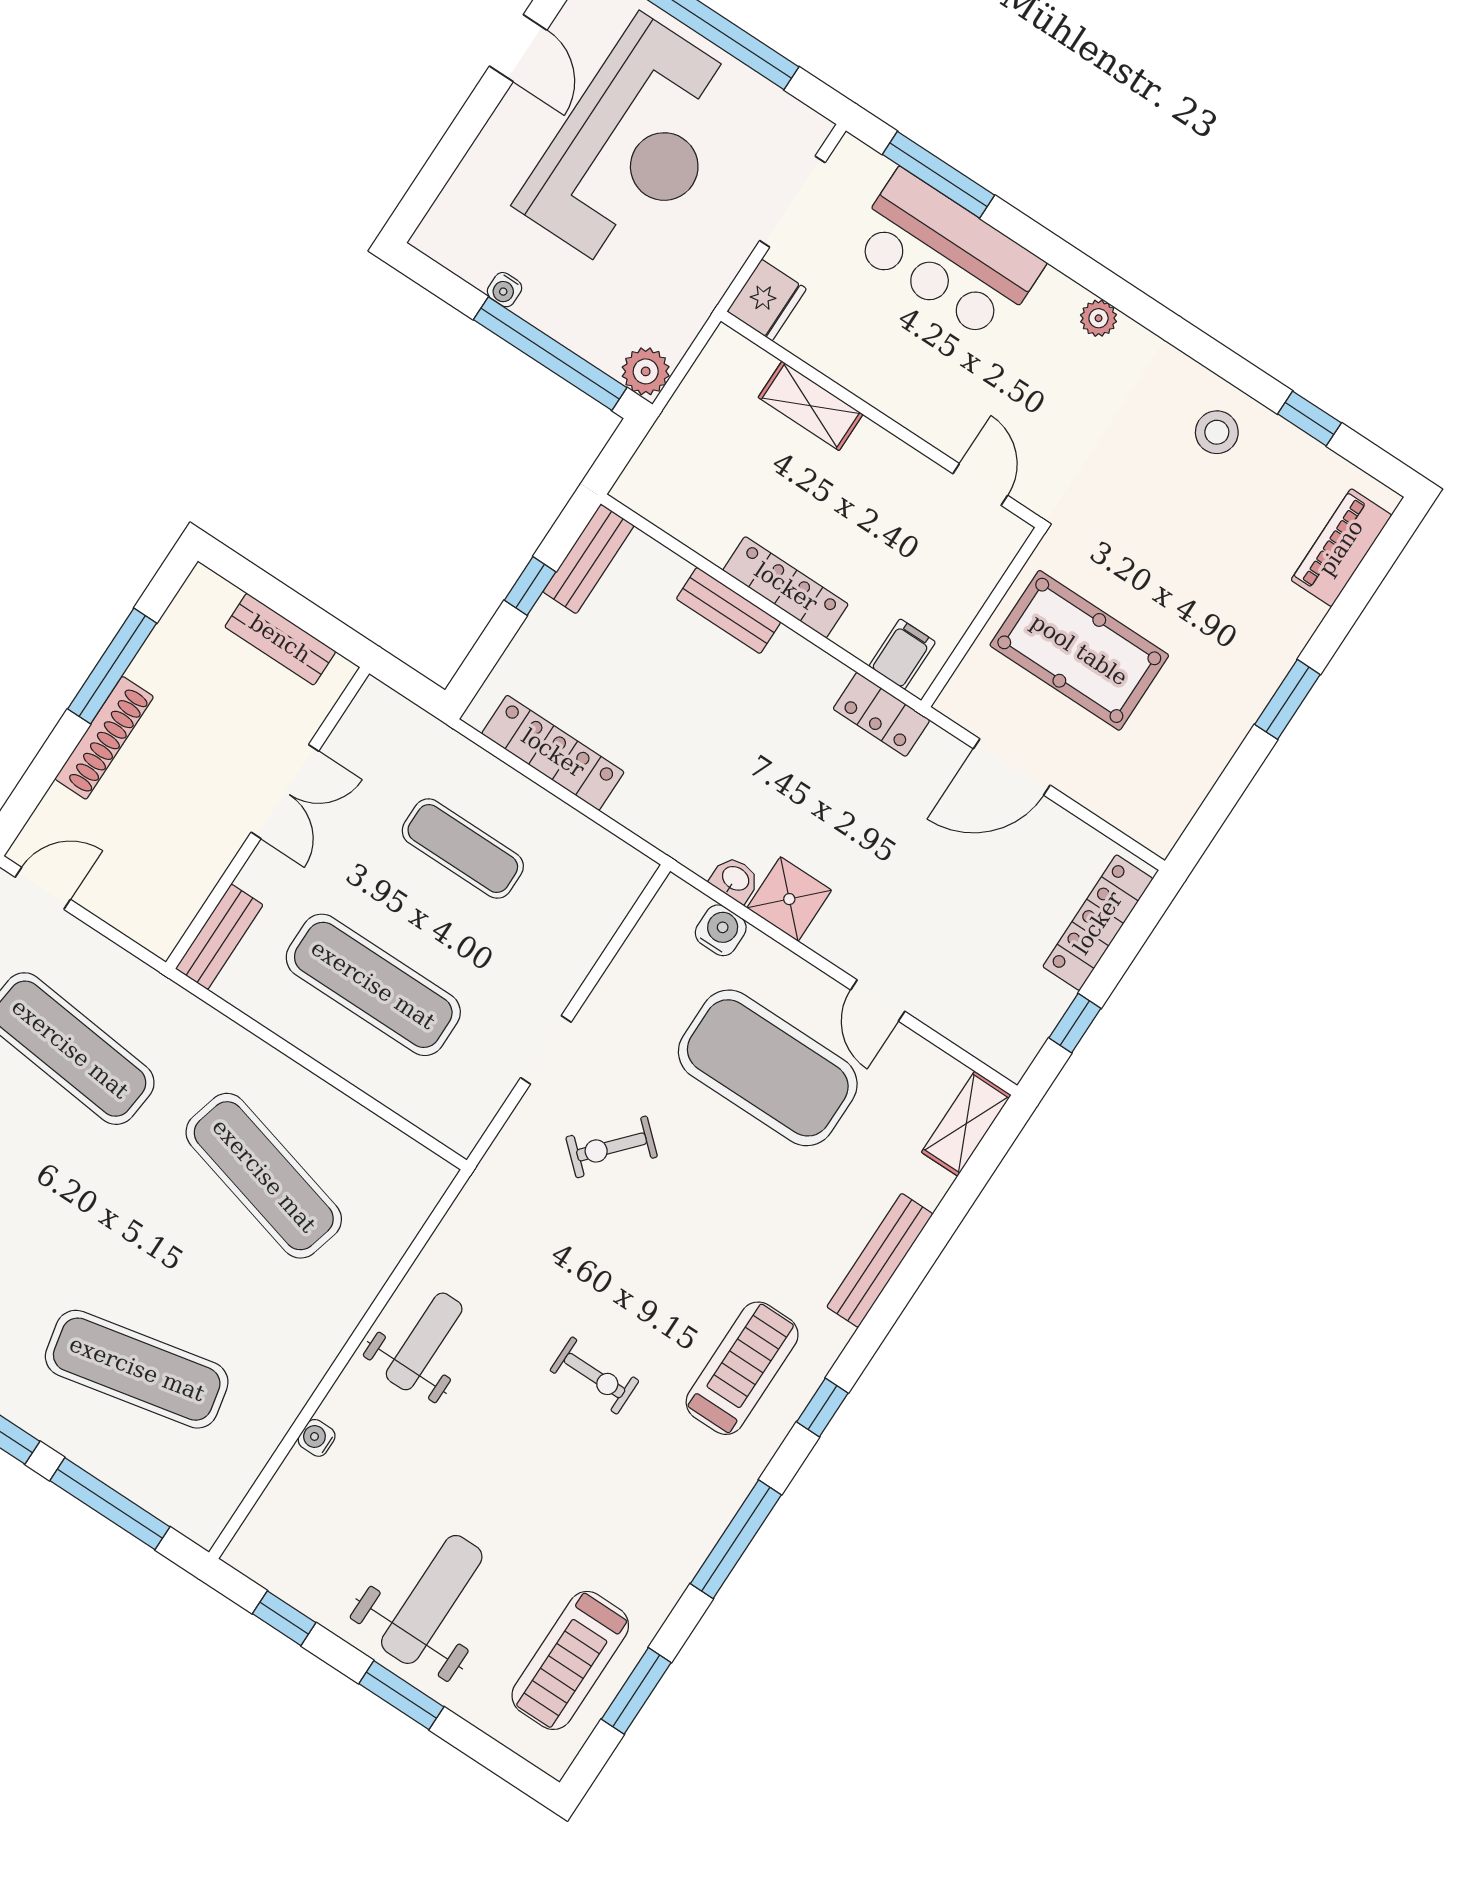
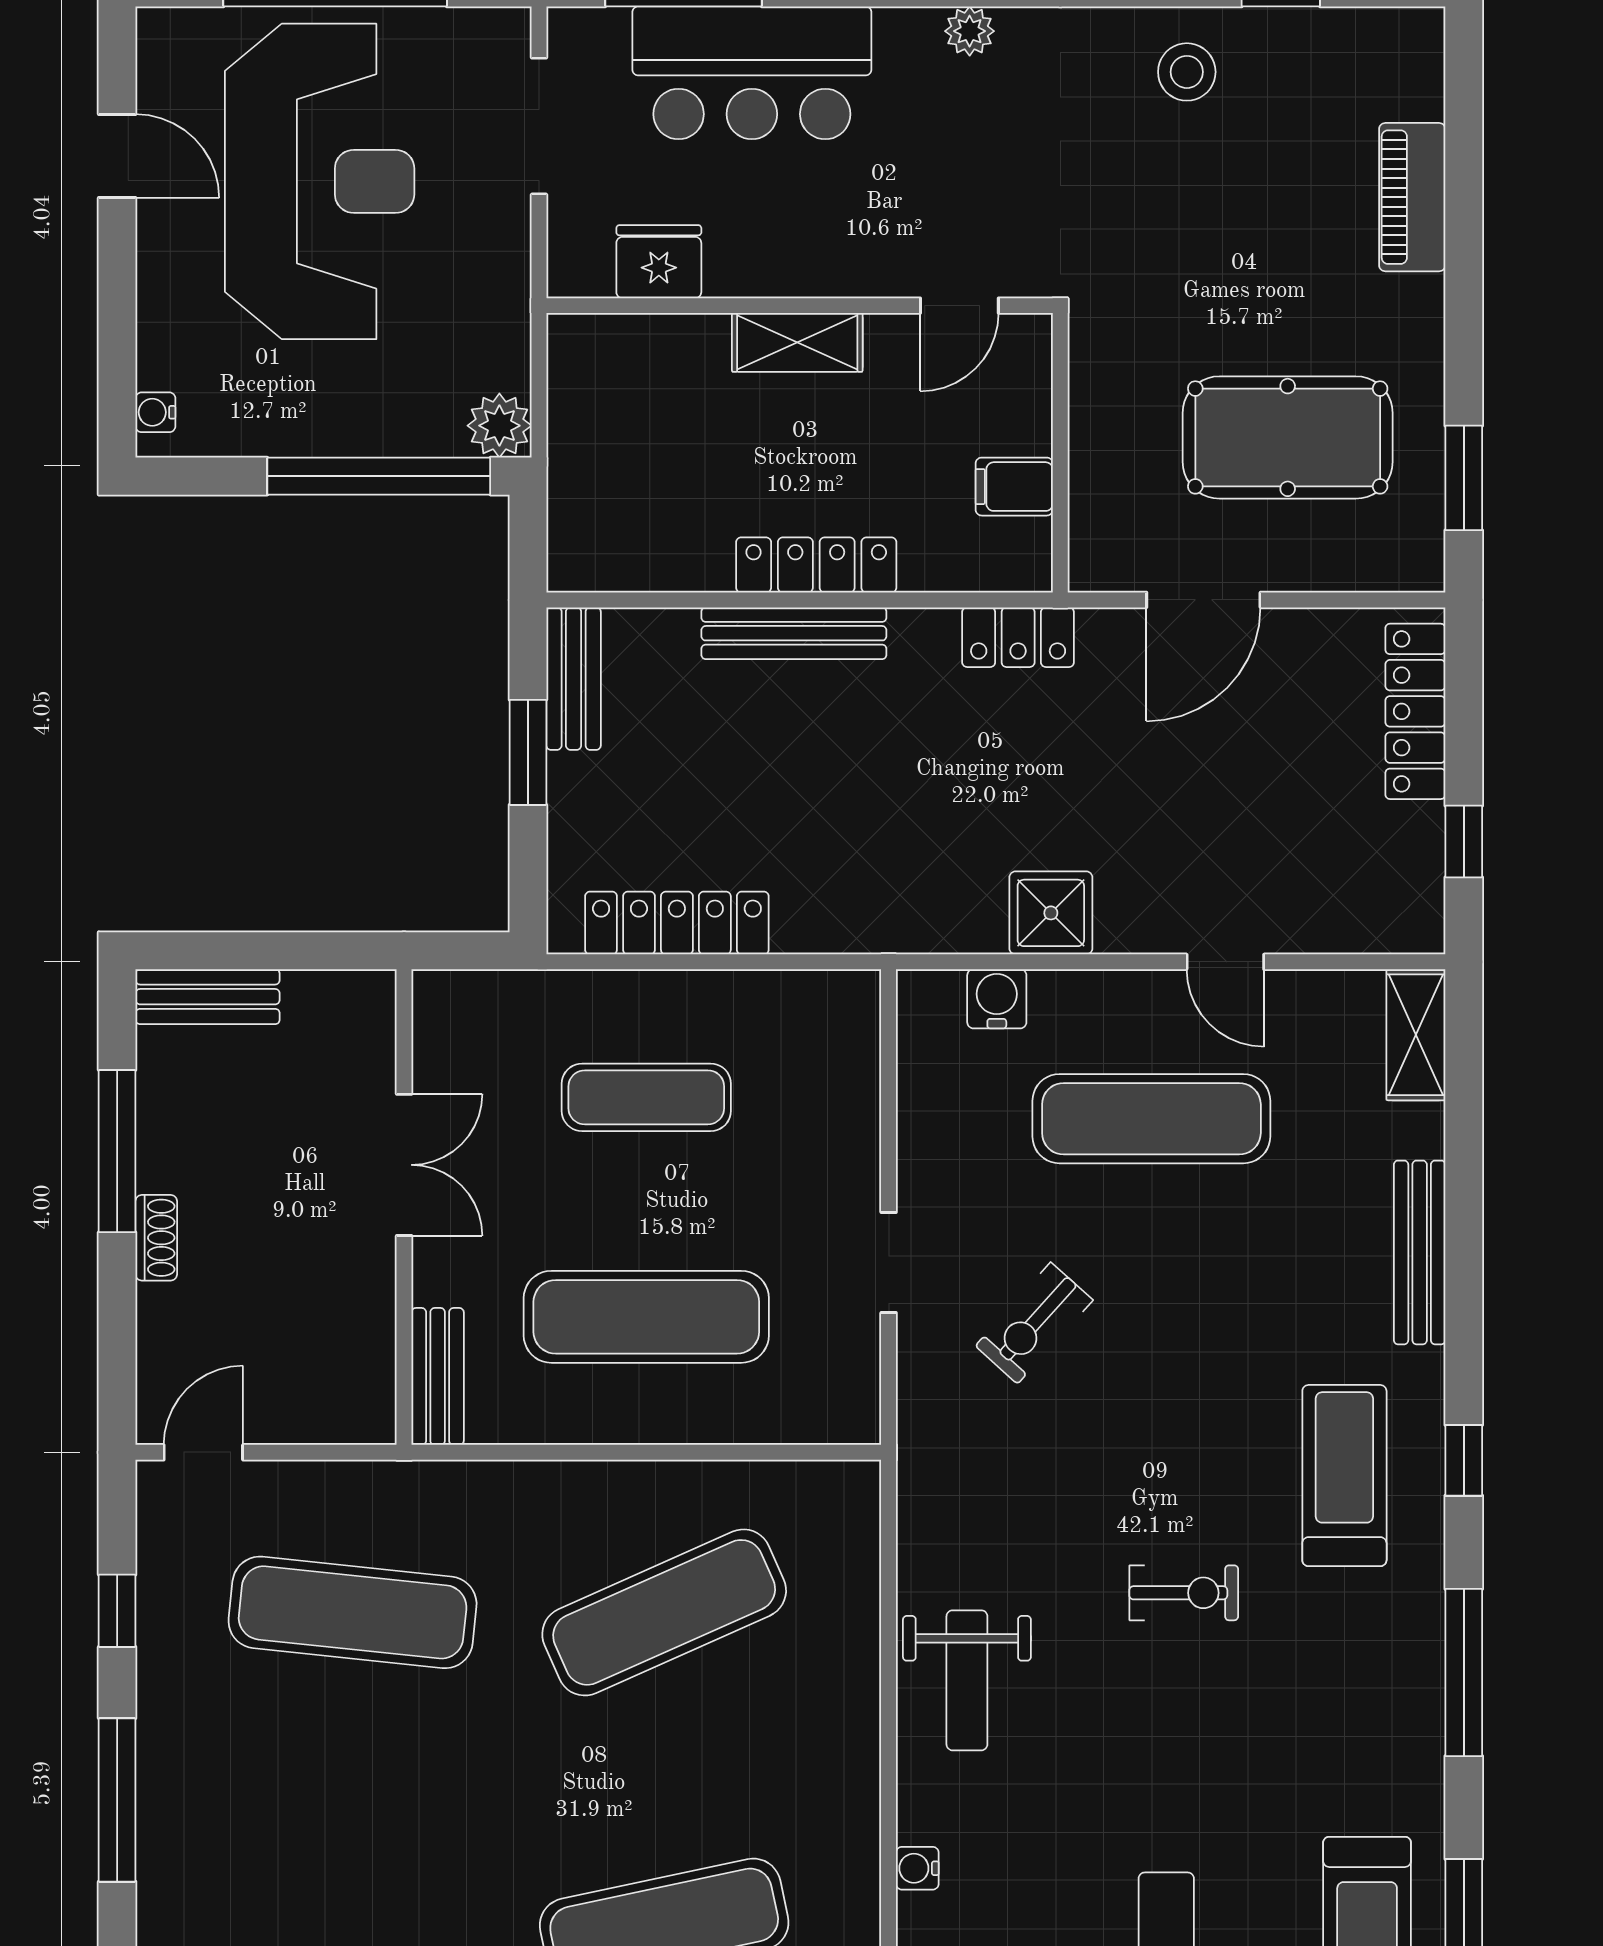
water cooler: (505, 290) -> (155, 412), moved, turned 90
fridge: (767, 300) -> (659, 262), moved, turned -90
shelving: (811, 406) -> (797, 342), moved
door: (980, 485) -> (959, 306), swing flipped
piano: (1341, 548) -> (1412, 197), moved
window: (530, 586) -> (528, 752), width x1.50
bench: (728, 610) -> (794, 633), width x1.36
bench: (280, 639) -> (208, 997), moved
pool table: (1079, 650) -> (1288, 437), moved
filing cabinet: (902, 654) -> (1014, 487), moved, turned -90
window: (1287, 699) -> (1464, 478), moved
shoe rack: (104, 738) -> (156, 1238), width x0.51, depth x0.81
washbasin: (735, 879) -> (975, 931), removed
exercise mat: (768, 1068) -> (1151, 1119), width x0.68
exercise mat: (264, 1176) -> (664, 1612), turned -39
weight bench: (424, 1341) -> (967, 1680), turned 180

